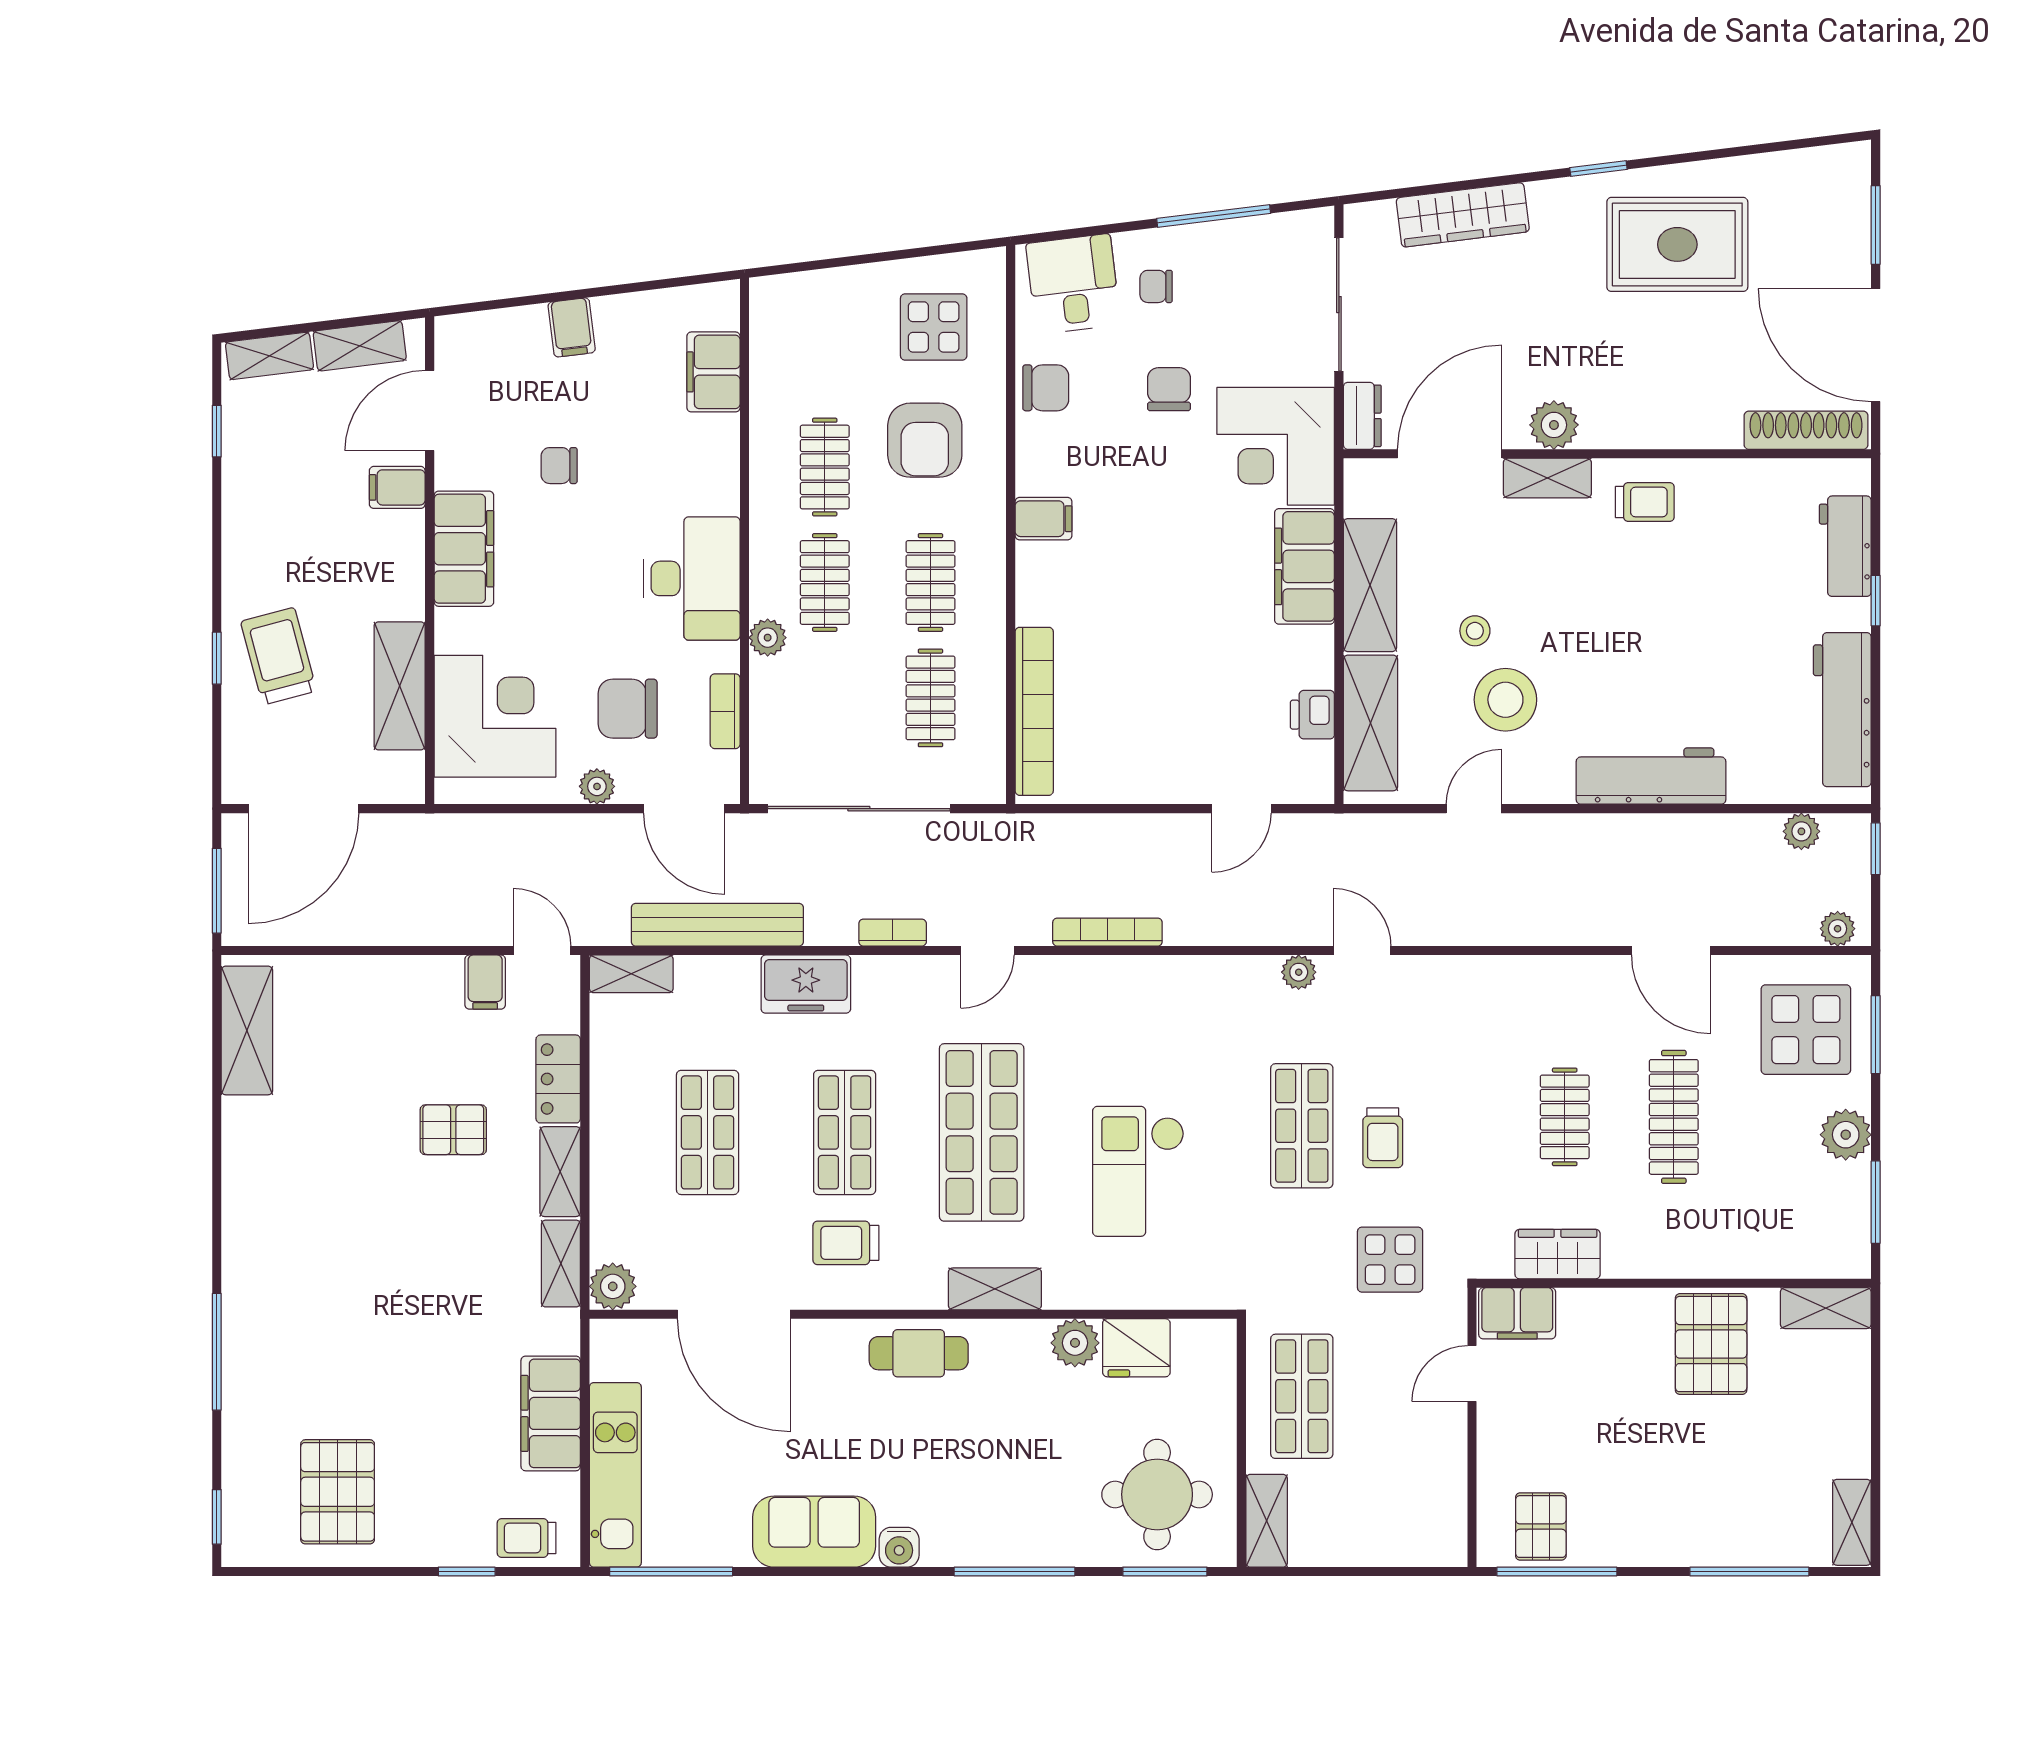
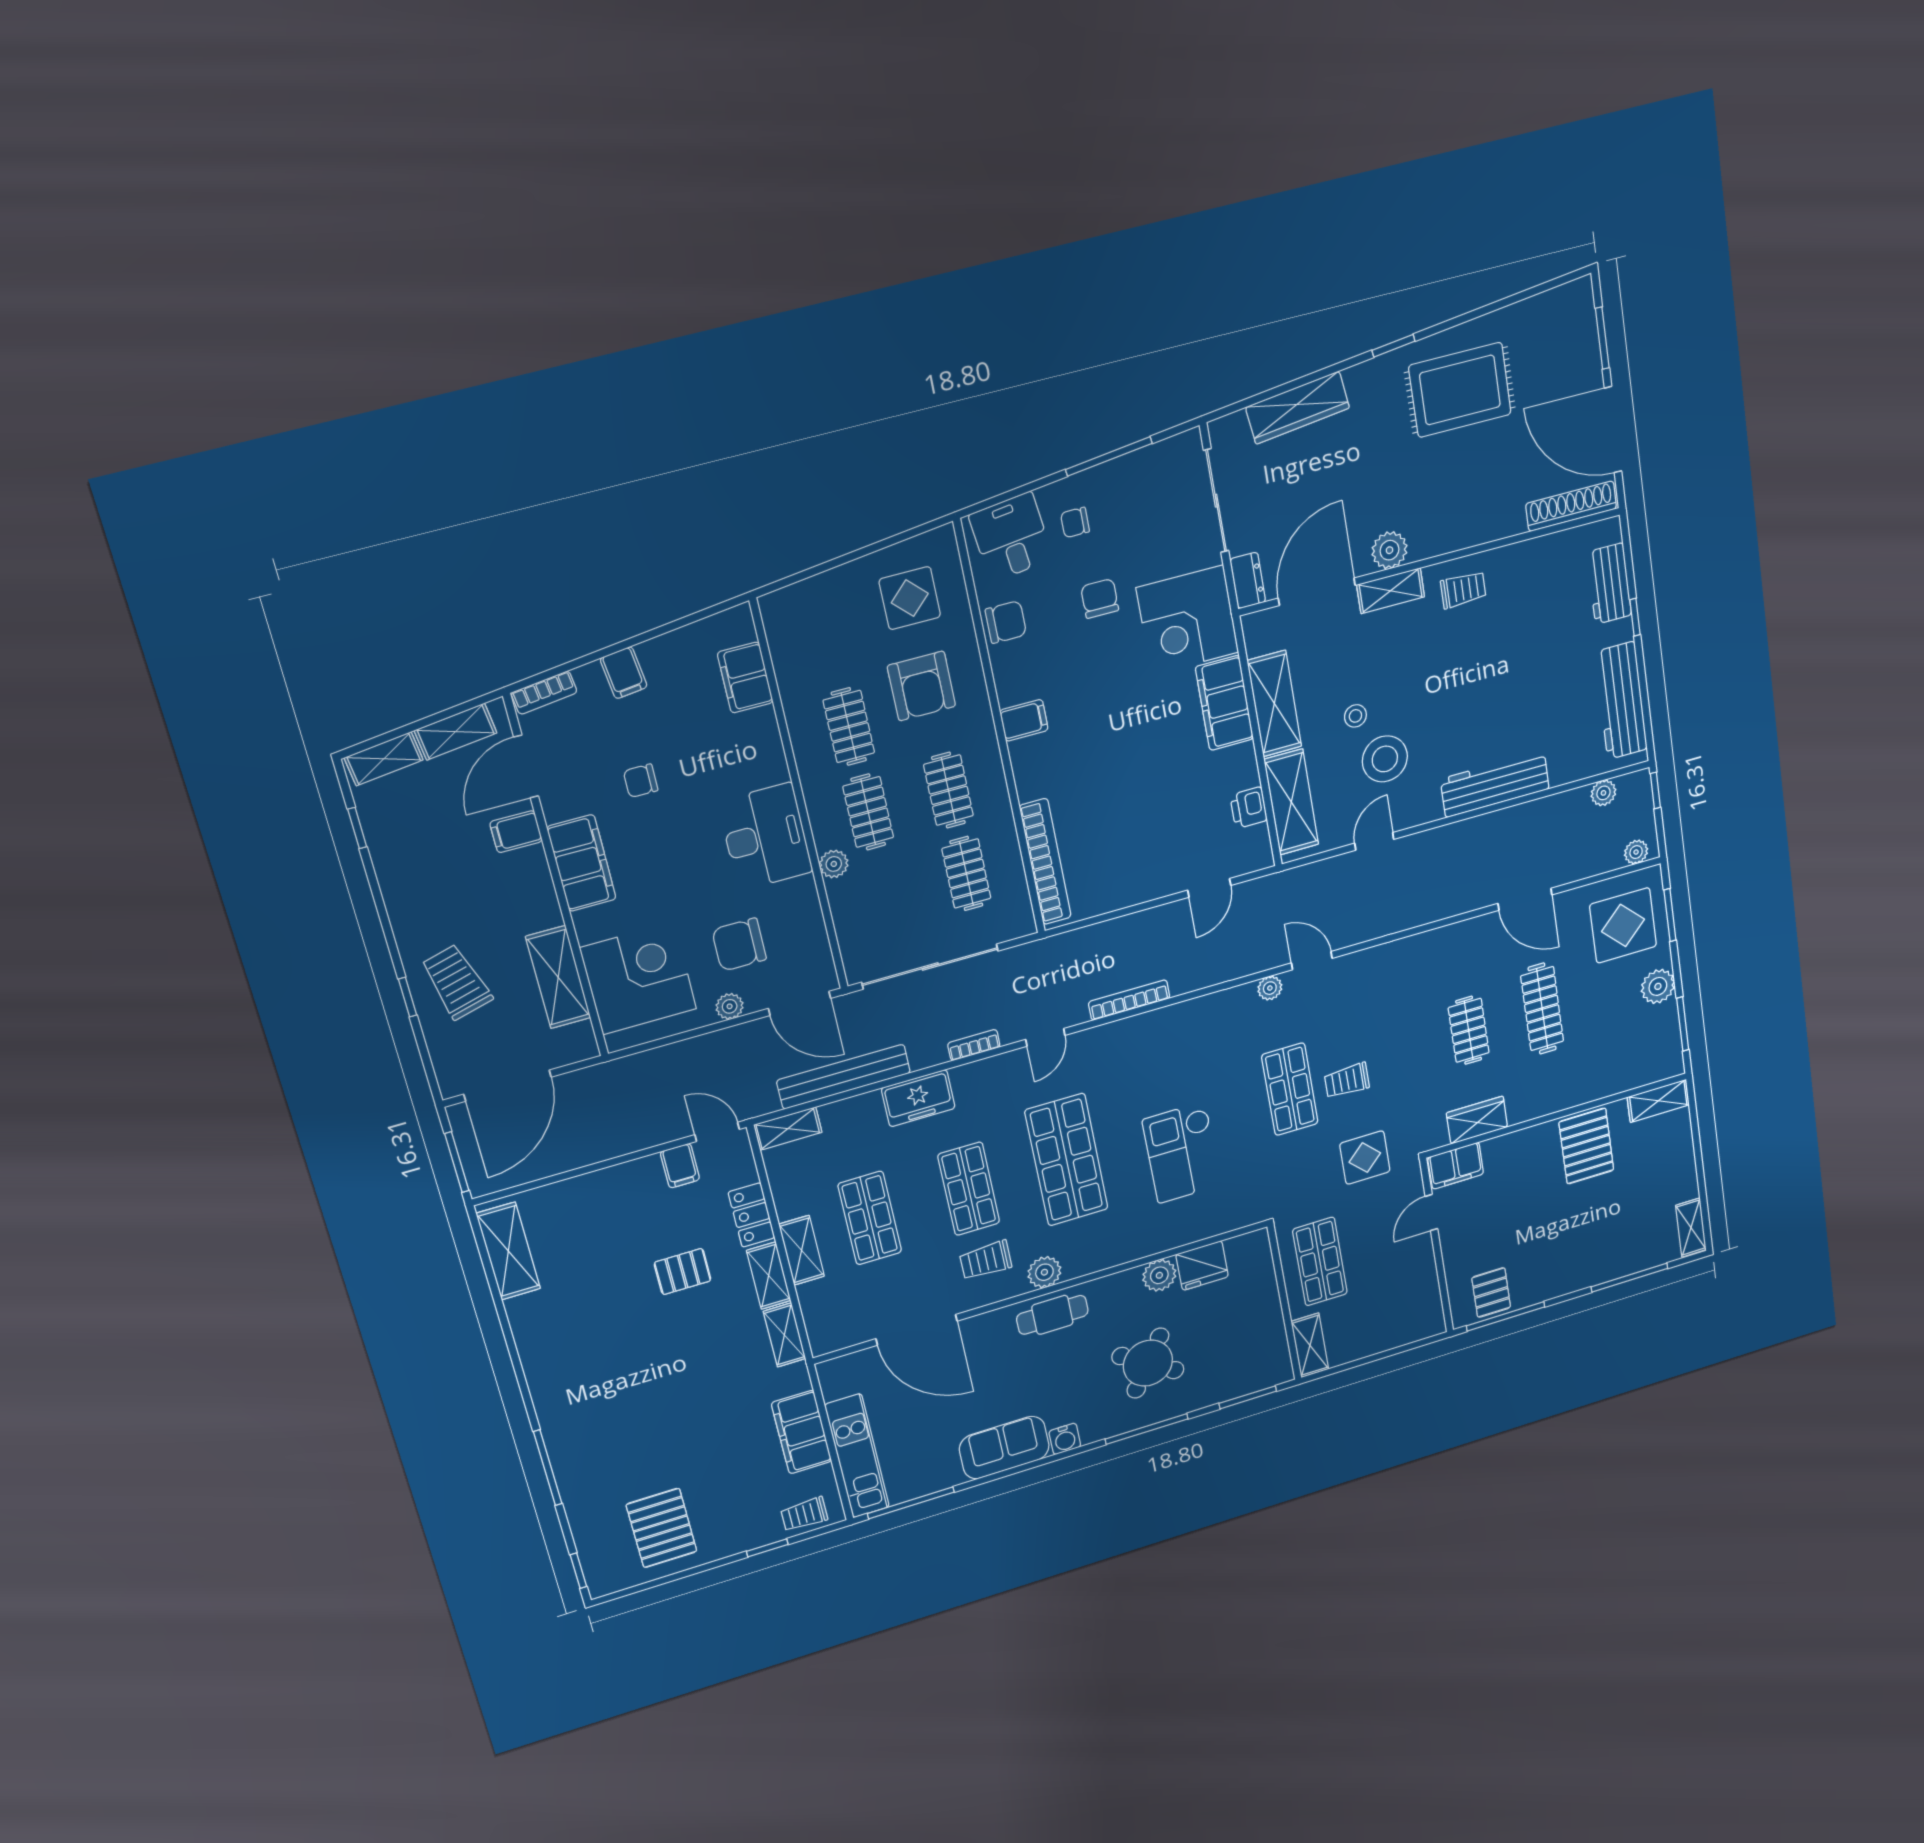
bookcase: (725, 711) -> (544, 693), moved, turned -97
trolley: (1383, 1138) -> (1347, 1081), turned 90
plant: (613, 1286) -> (1044, 1272), moved
shelving: (995, 1289) -> (802, 1250), moved, turned 90
round table: (1157, 1494) -> (1148, 1363), moved, turned 34

